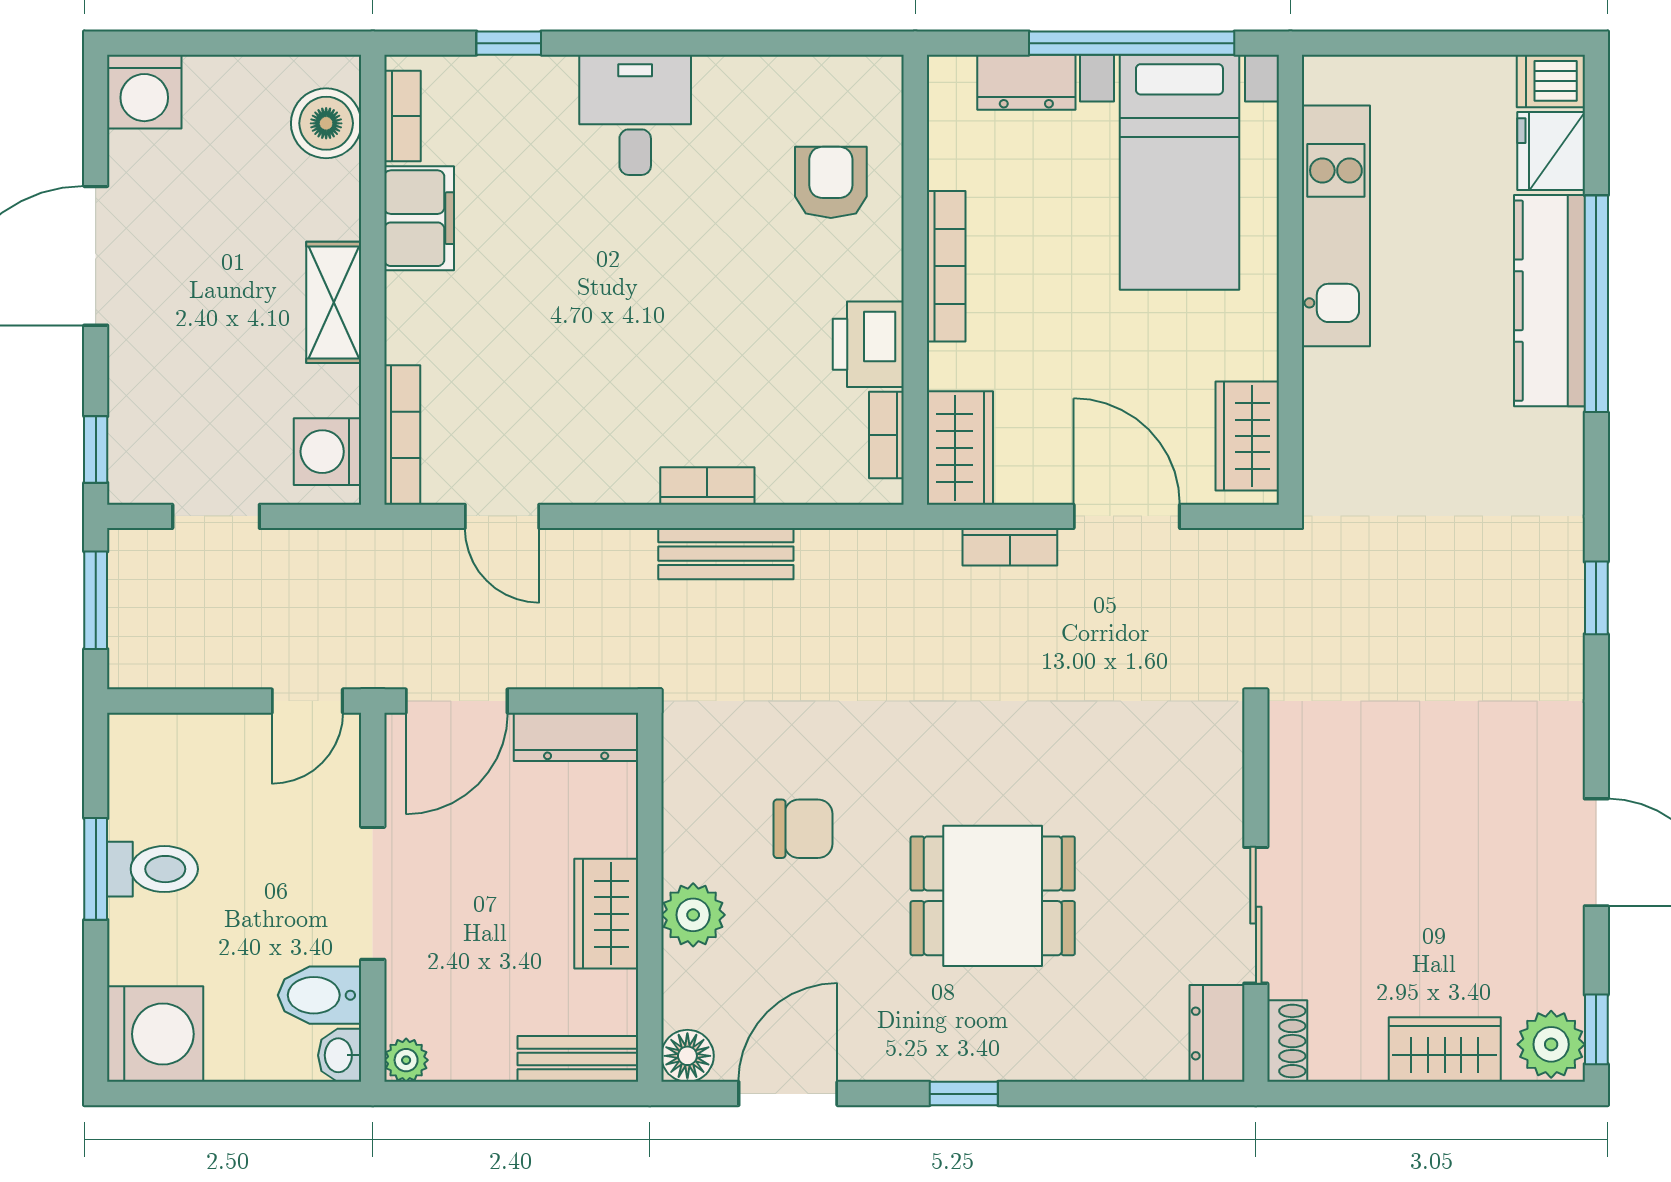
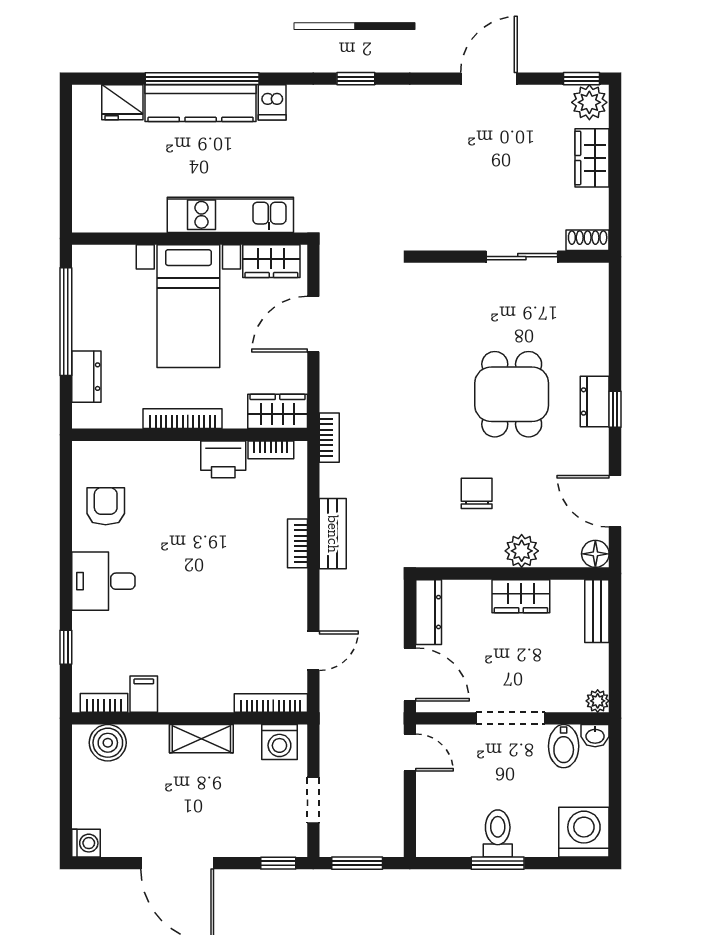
dishwasher: (1551, 81) -> (272, 102), moved
washing machine: (144, 92) -> (86, 843), width x0.73, depth x0.73
bed with nightstands: (1179, 172) -> (188, 306), moved, turned 90
armchair: (831, 182) -> (106, 506), moved, turned 90
filing cabinet: (419, 218) -> (144, 694), width x0.50
kitchen unit: (1336, 226) -> (230, 215), moved
bookcase: (1010, 547) -> (329, 438), moved
dresser: (1217, 1033) -> (595, 401), moved, turned 90

